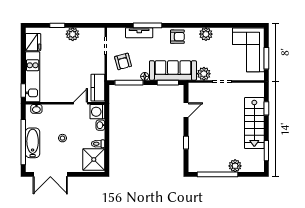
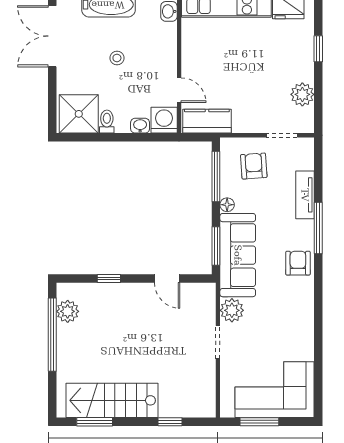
window: (148, 25) -> (318, 228), moved
plant: (73, 34) -> (302, 94), moved
plant: (206, 34) -> (302, 314), removed
armchair: (177, 37) -> (298, 263), turned 180
armchair: (123, 61) -> (254, 166), turned 101
stairs: (254, 123) -> (112, 400), moved
plant: (235, 166) -> (68, 311), moved

